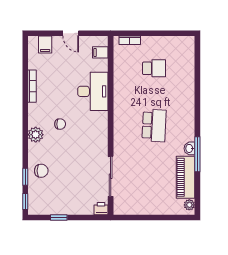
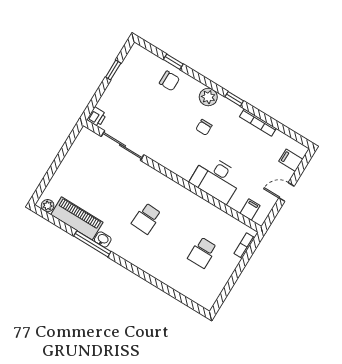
school desk: (154, 125) -> (146, 218), width x0.54
chair: (41, 171) -> (169, 81), turned -90
window: (25, 202) -> (234, 99), moved

